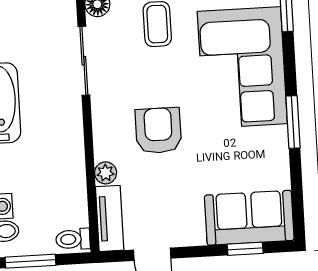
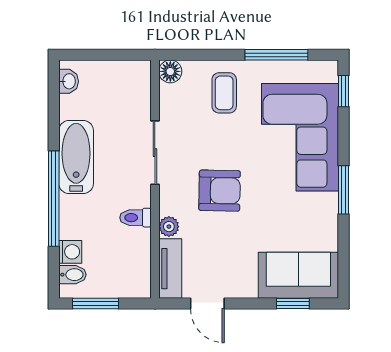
sliding door: (84, 61) -> (155, 153), moved
armchair: (158, 131) -> (220, 191), turned 91
toilet: (73, 239) -> (136, 218), moved

